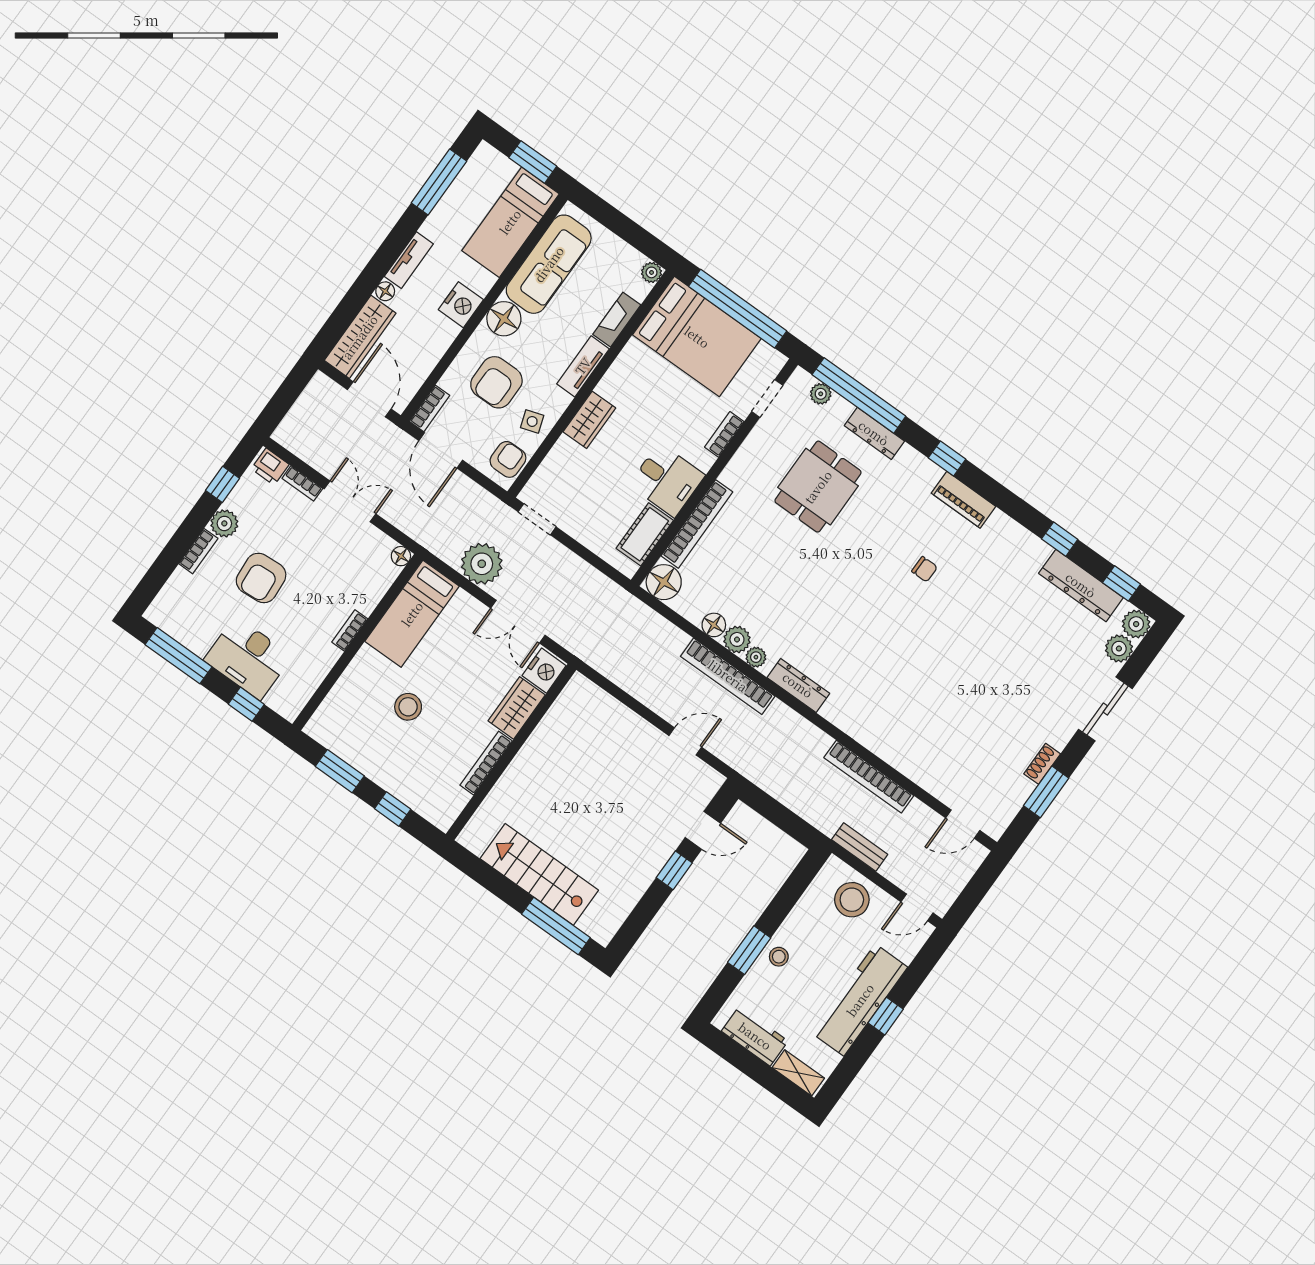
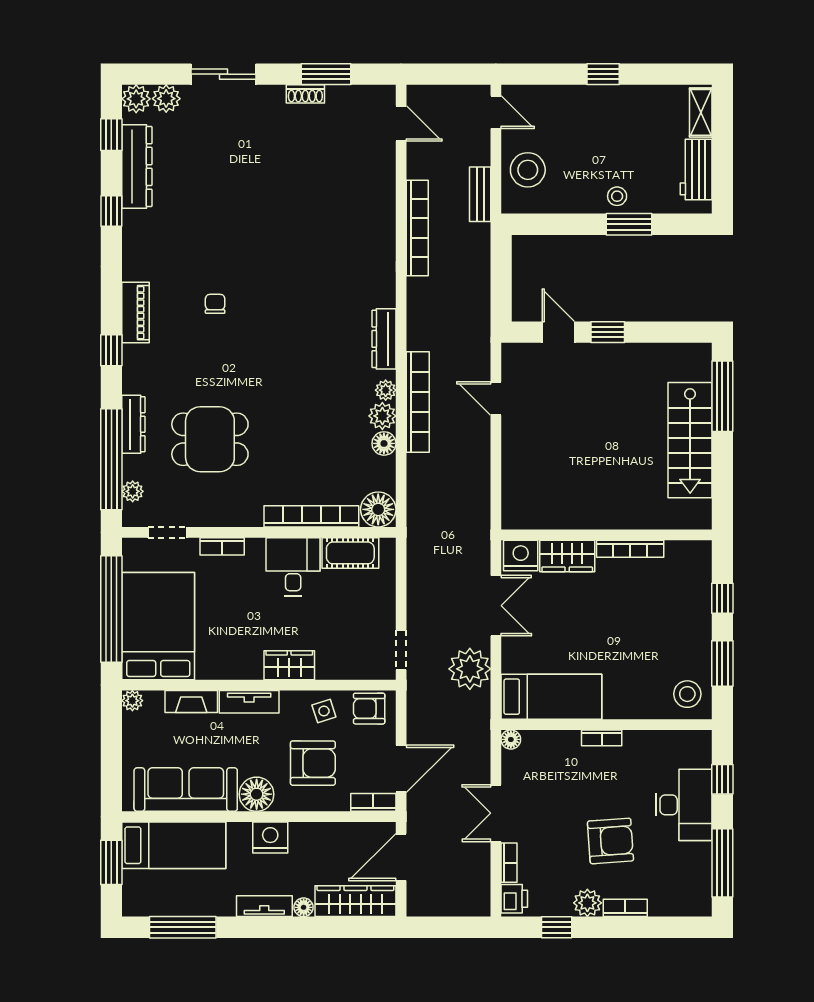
stool: (408, 707) -> (687, 694), moved
workbench: (860, 1000) -> (605, 105), removed

